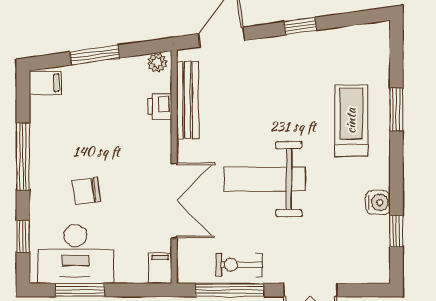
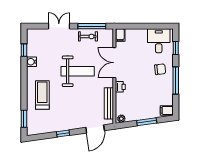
printer: (160, 106) -> (120, 87), moved
window: (396, 109) -> (24, 119), moved
treadmill: (351, 121) -> (42, 95), turned 180
chair: (86, 191) -> (160, 69), moved
desk: (75, 254) -> (159, 41), width x0.73
window: (80, 290) -> (153, 26), removed

